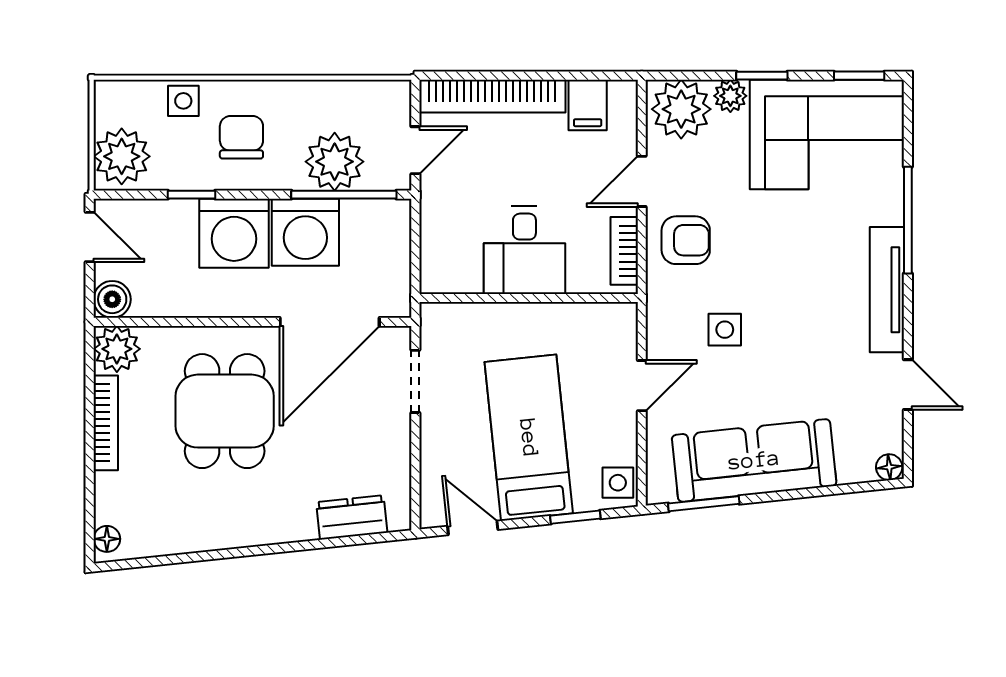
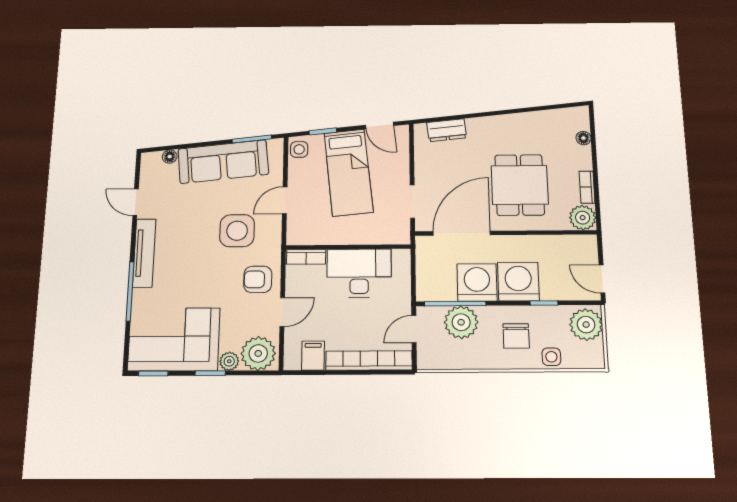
desk: (524, 250) -> (359, 273), width x1.37
bookcase: (624, 251) -> (306, 257), moved, turned 90
boiler: (112, 299) -> (587, 245), removed
side table: (725, 330) -> (237, 231), width x1.87, depth x1.87
bookcase: (106, 423) -> (587, 187), width x0.64
floor lamp: (889, 467) -> (170, 157), moved
floor lamp: (107, 539) -> (583, 138), moved

